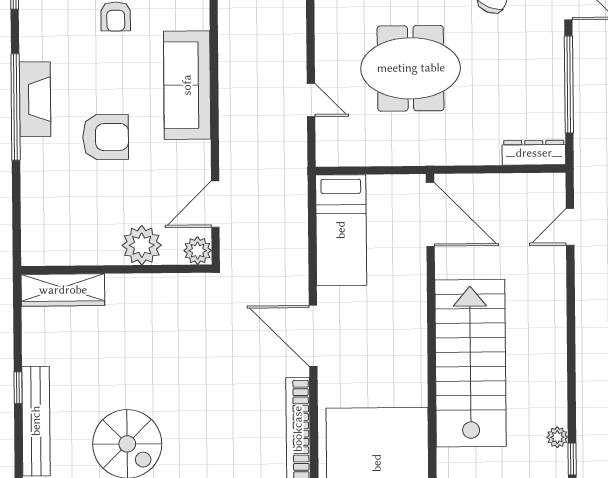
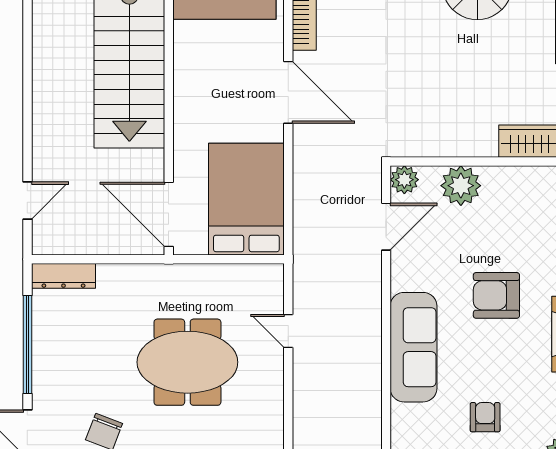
bed: (341, 230) -> (246, 199), width x1.50

